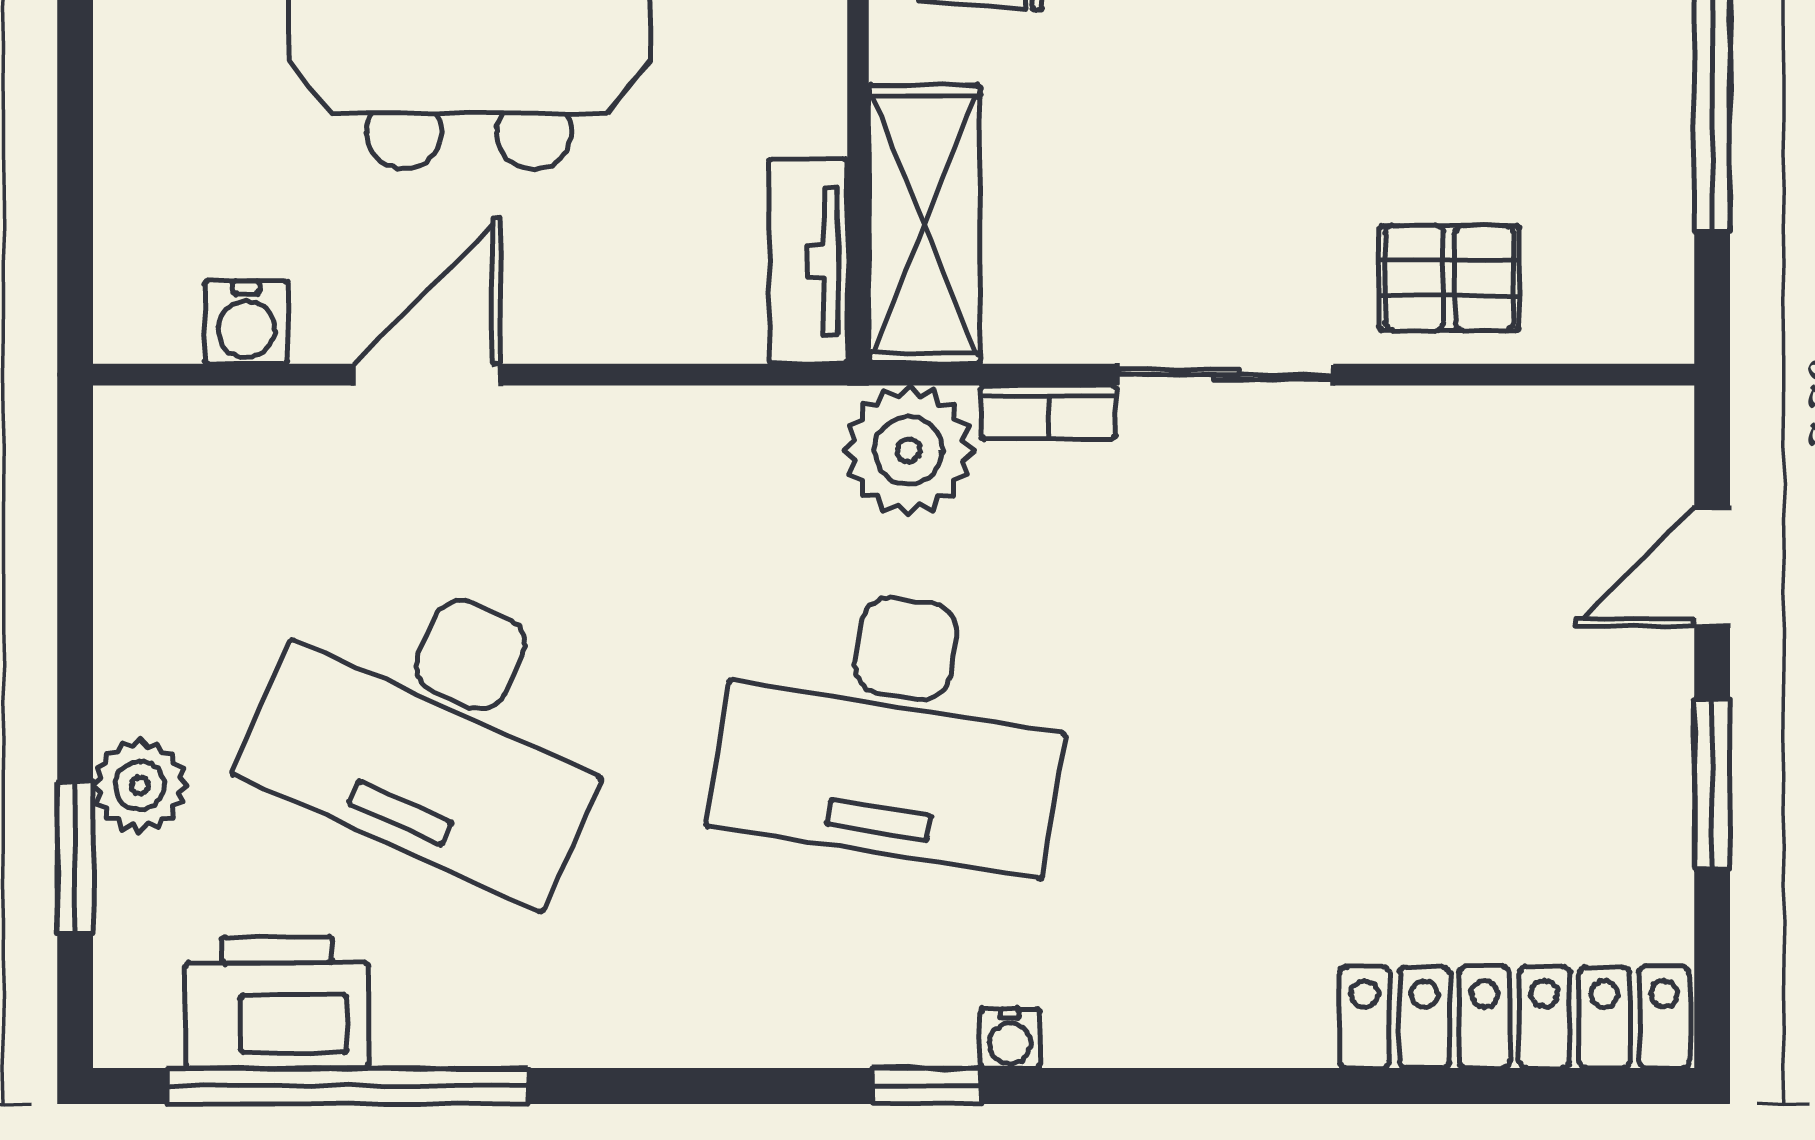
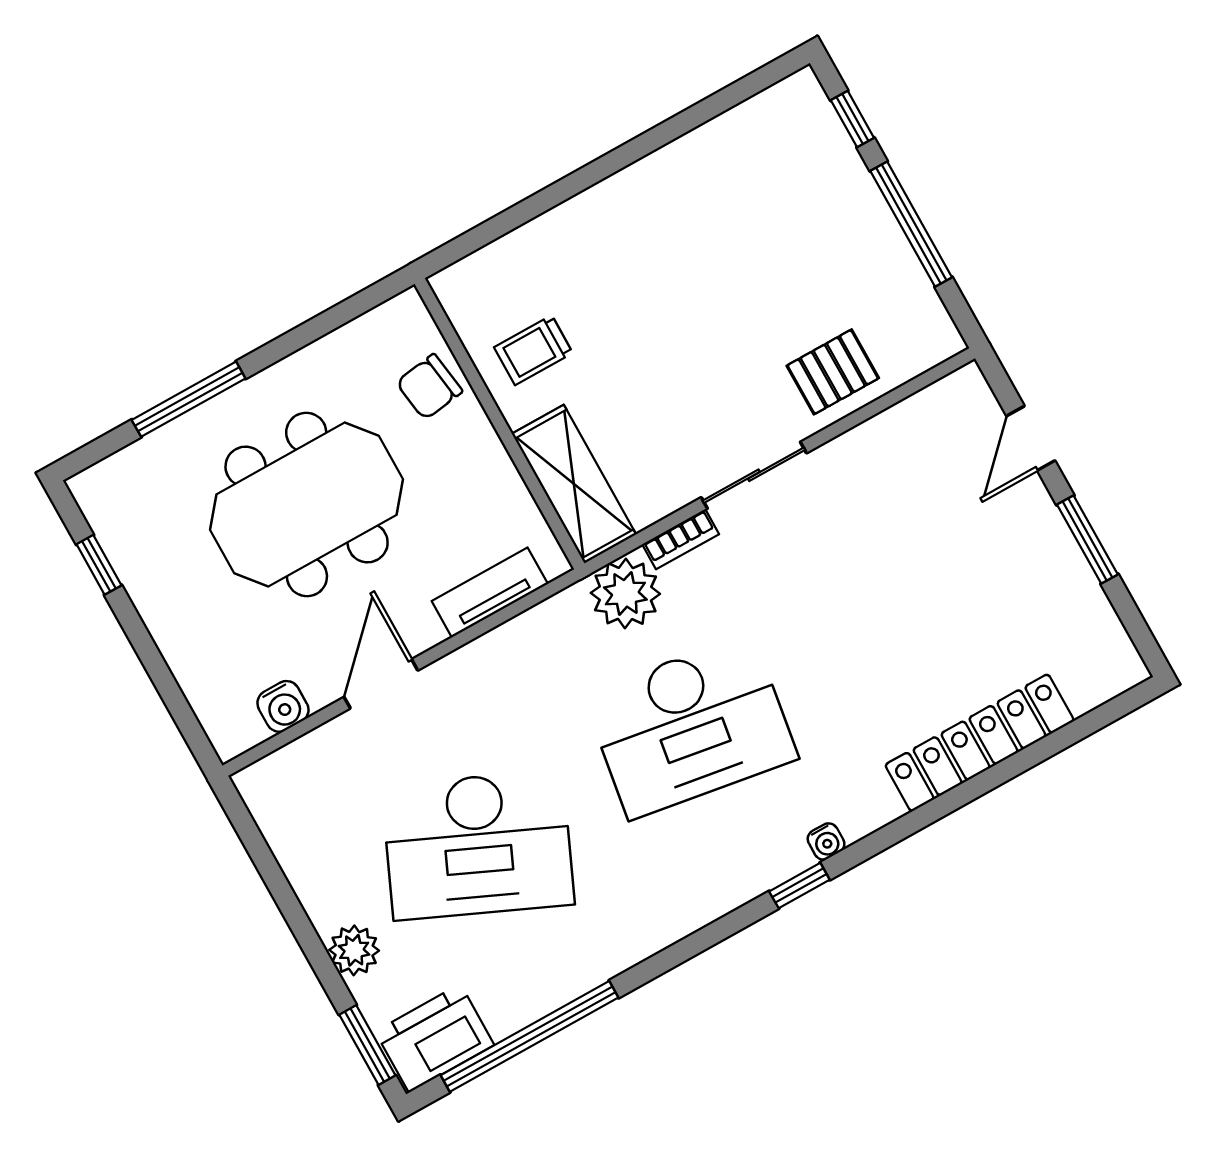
tv unit: (808, 261) -> (490, 592), moved, turned 90
window: (75, 857) -> (367, 1045), moved
printer: (277, 1002) -> (435, 1038), moved
locker: (1514, 1017) -> (980, 743), moved

